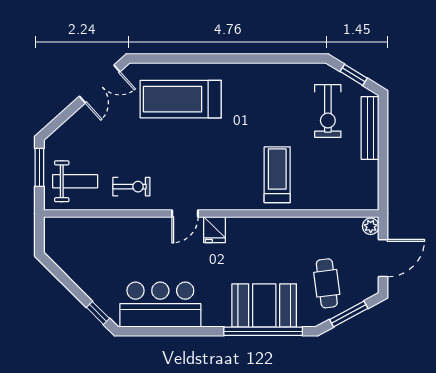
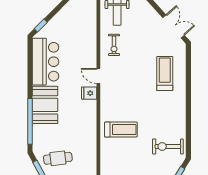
double door: (100, 84) -> (174, 26), swing flipped
treadmill: (181, 99) -> (165, 74), width x0.73, depth x0.73
exercise bike: (328, 111) -> (168, 146), moved
booth: (264, 305) -> (45, 105), moved

